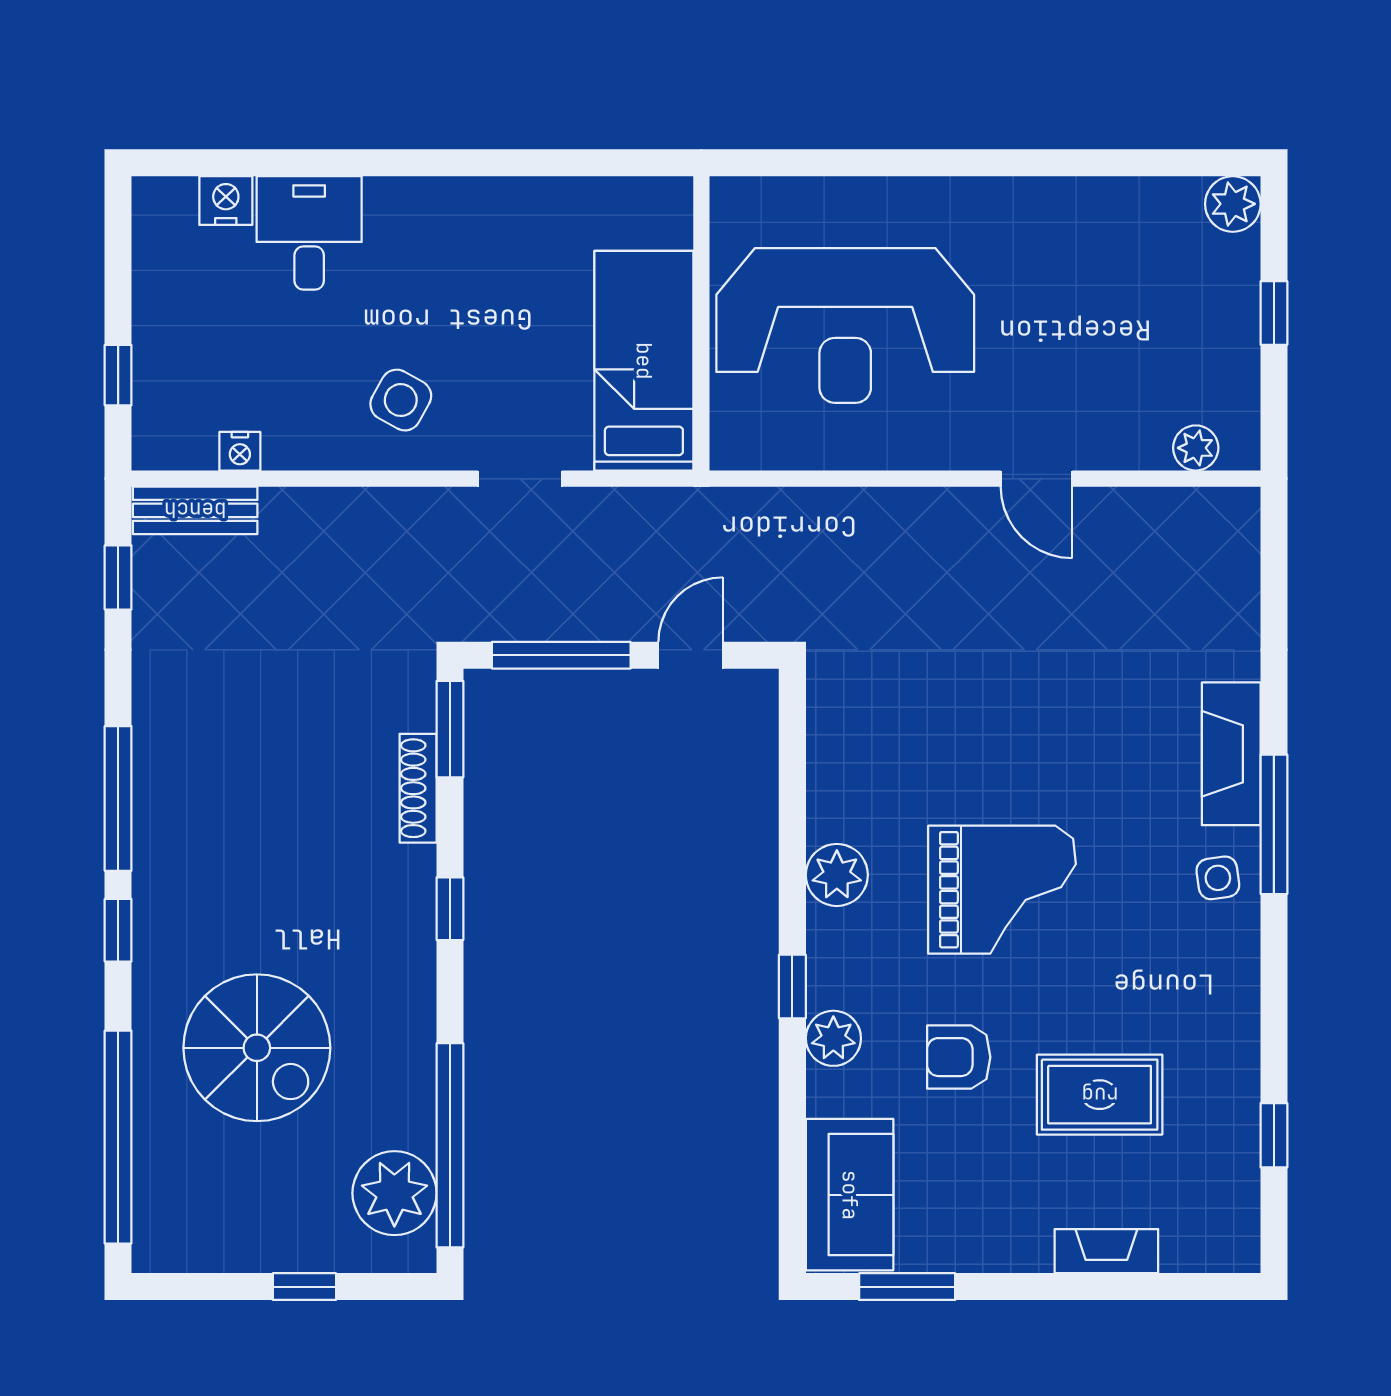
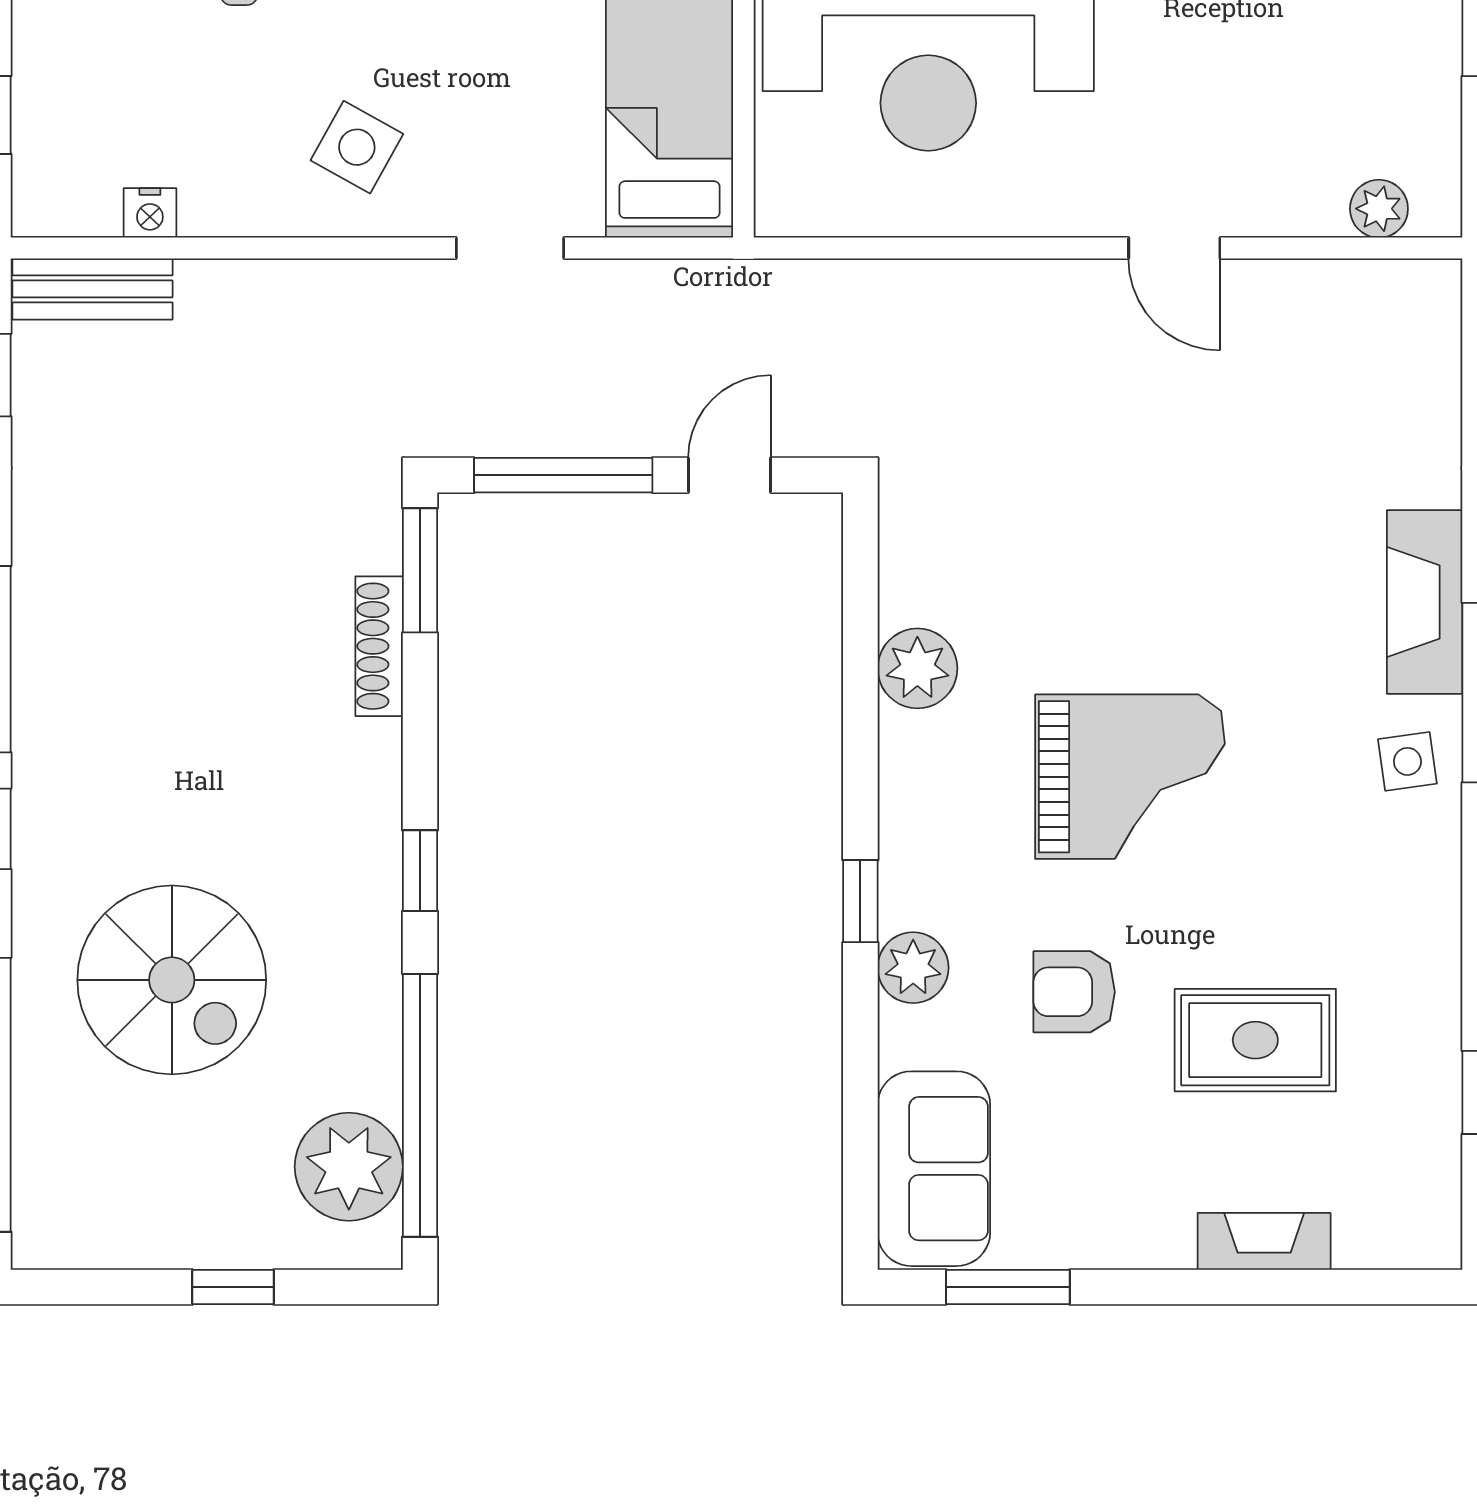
plant: (837, 875) -> (917, 668), moved
window: (450, 909) -> (420, 871), moved

